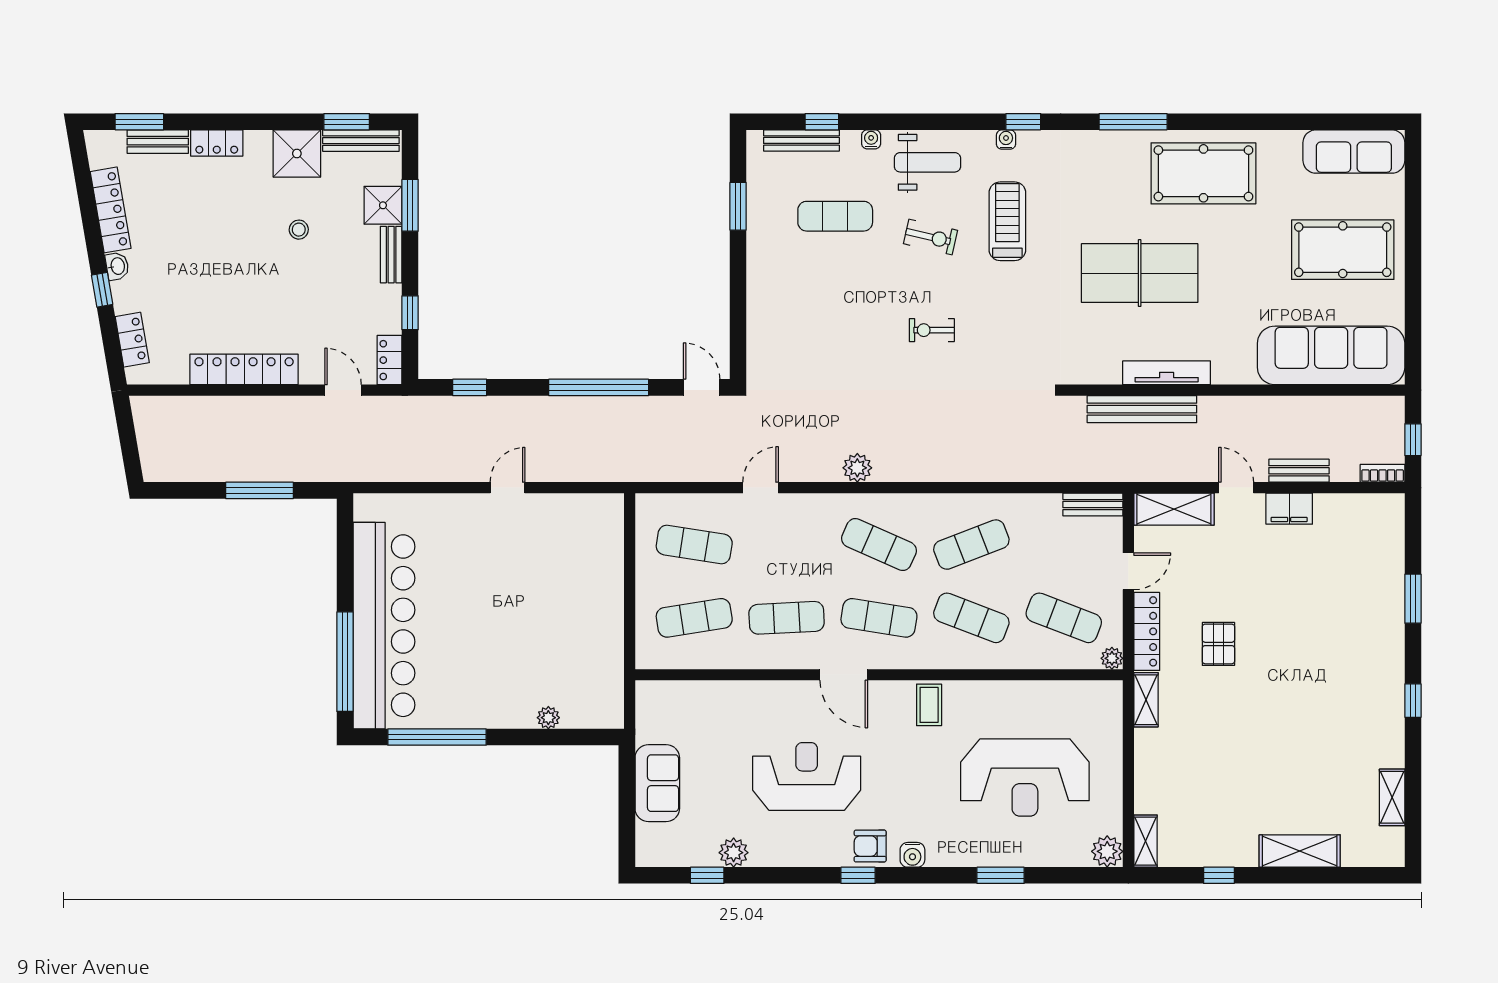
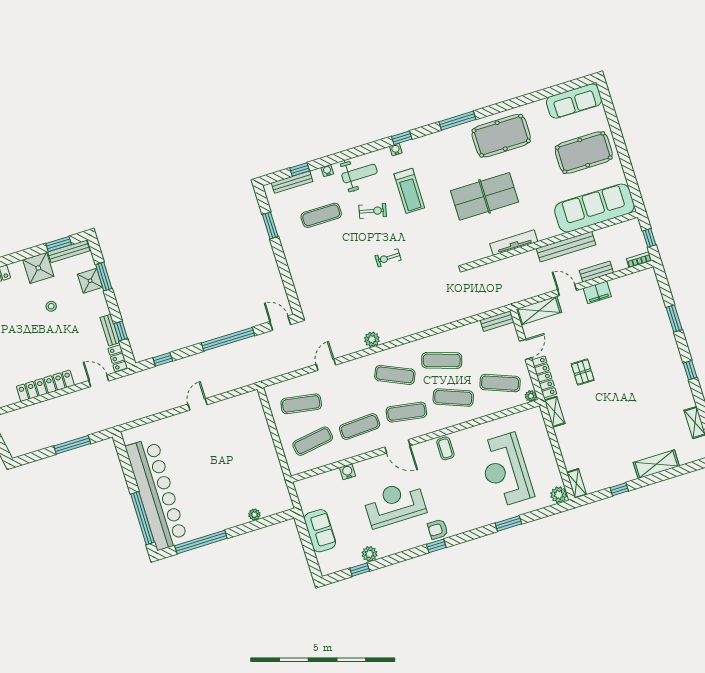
treadmill: (1007, 221) -> (409, 191), turned 180
bench: (391, 255) -> (110, 330), moved
bench: (1142, 409) -> (566, 247), moved
exercise mat: (971, 545) -> (442, 360), turned 39
reception desk: (1025, 777) -> (505, 470), turned 90
water cooler: (912, 855) -> (348, 472), moved, turned 180

